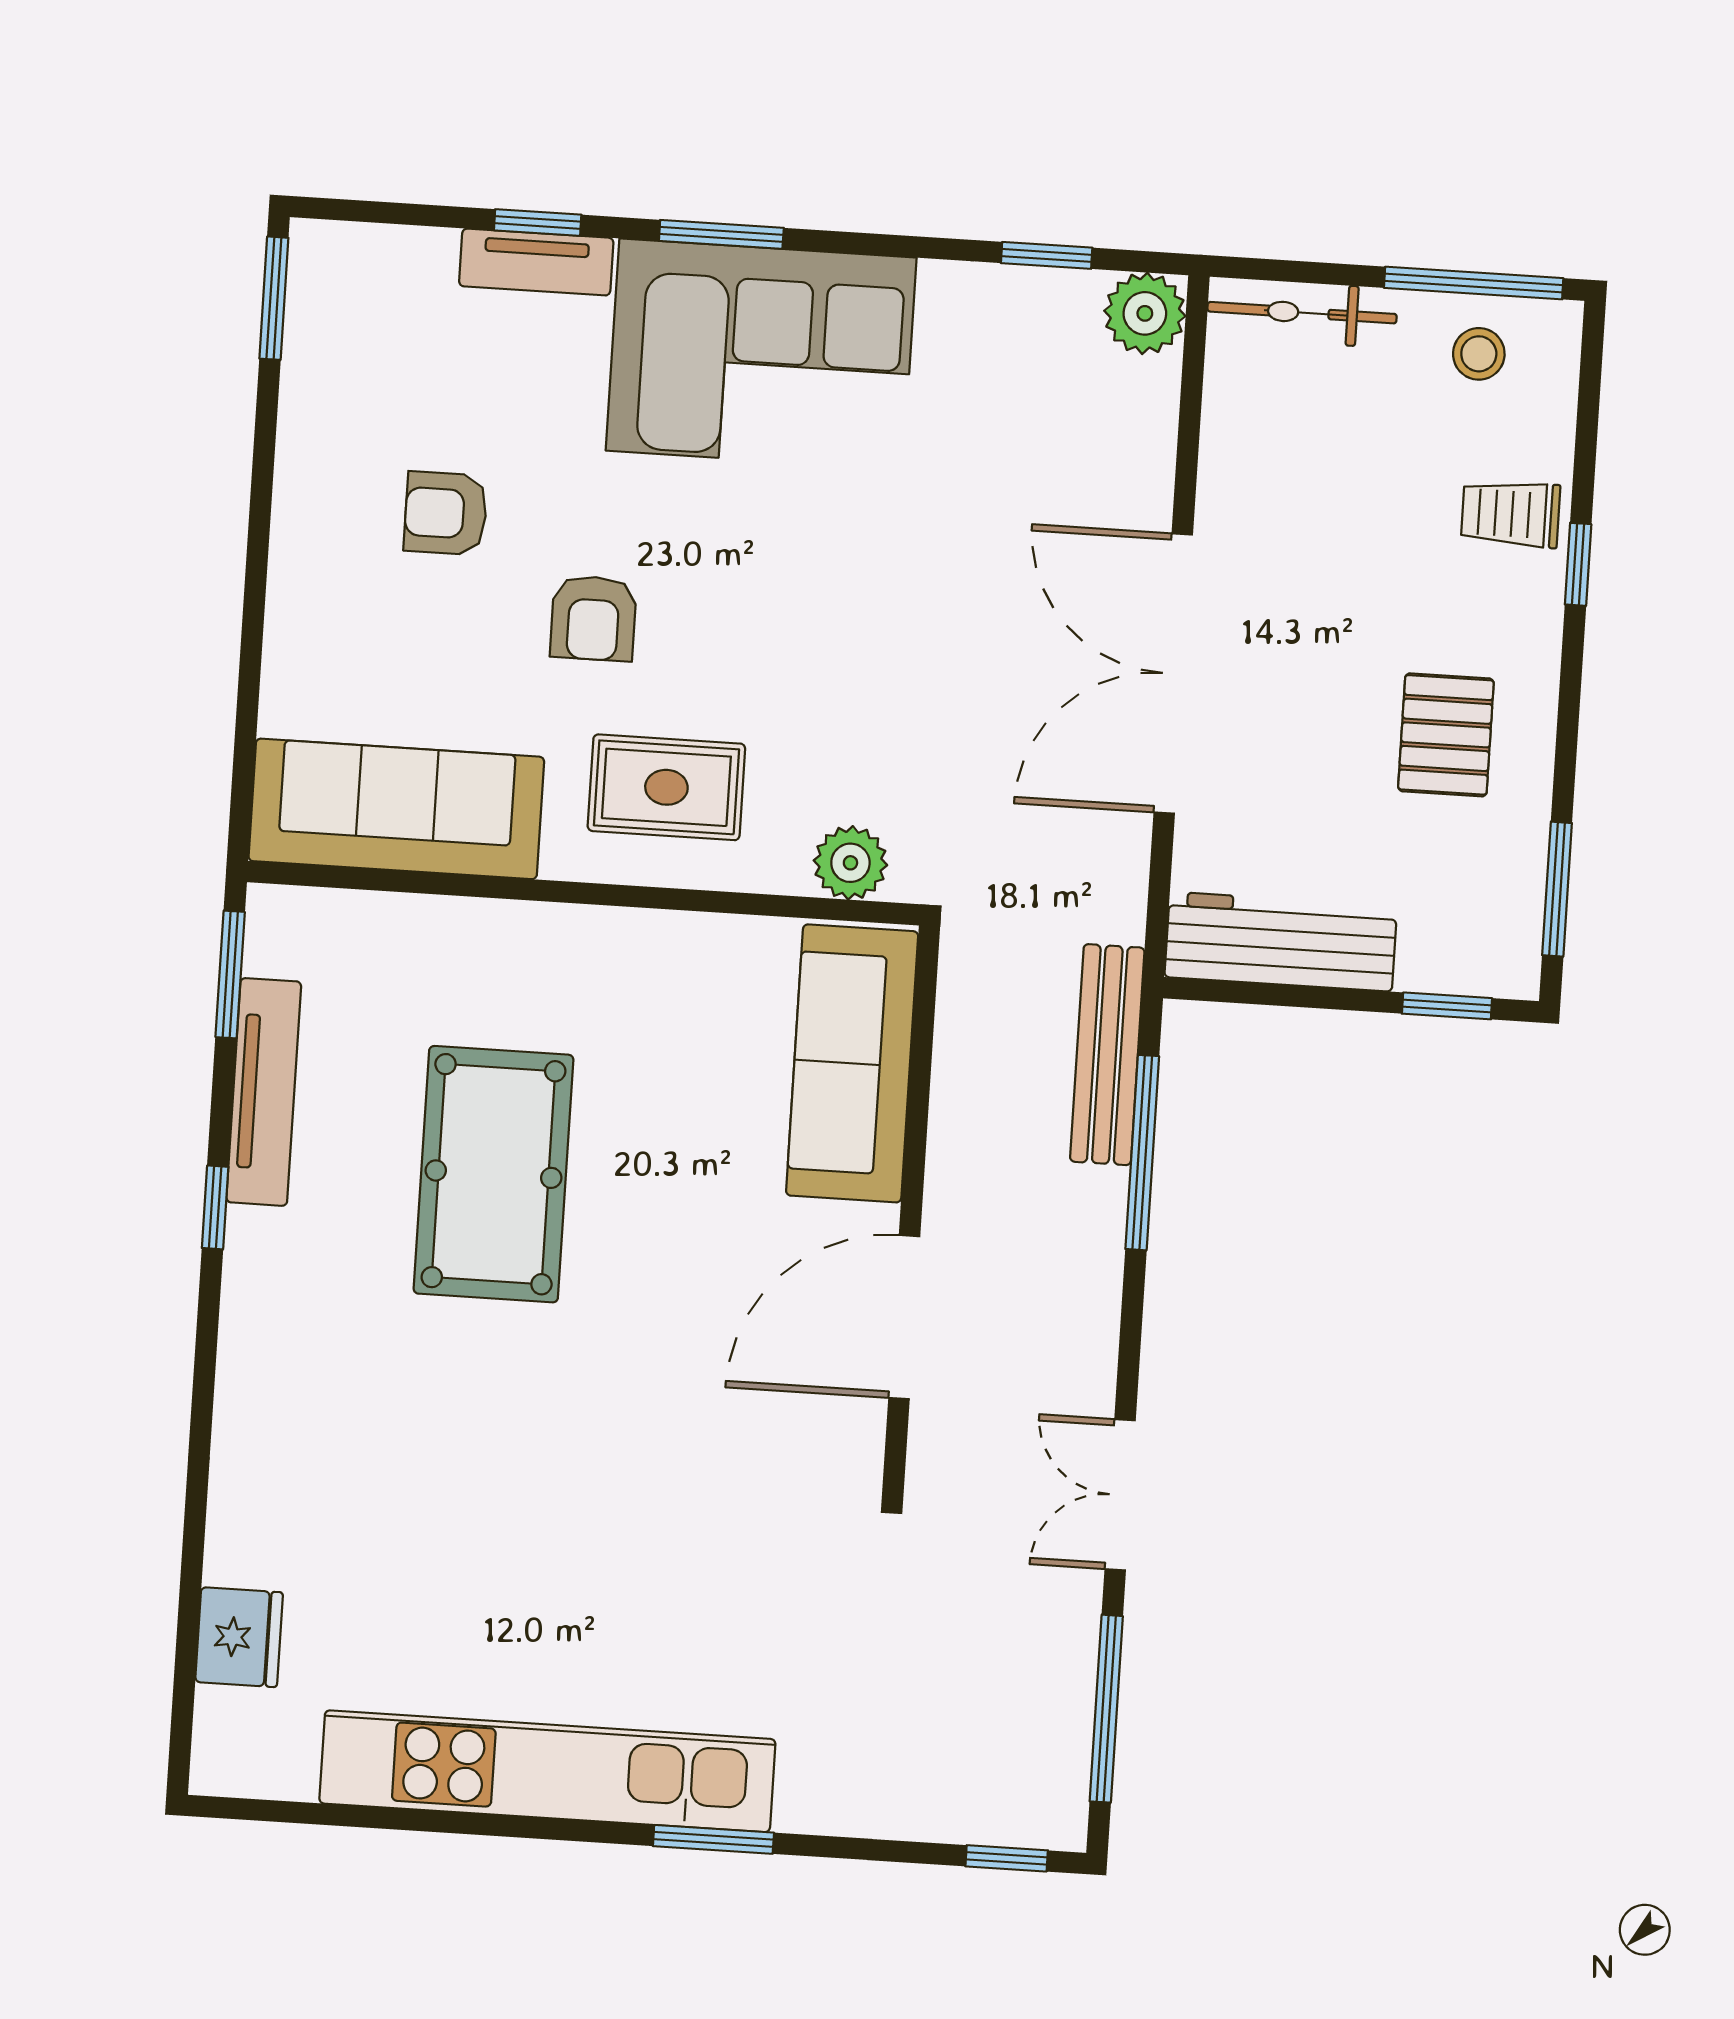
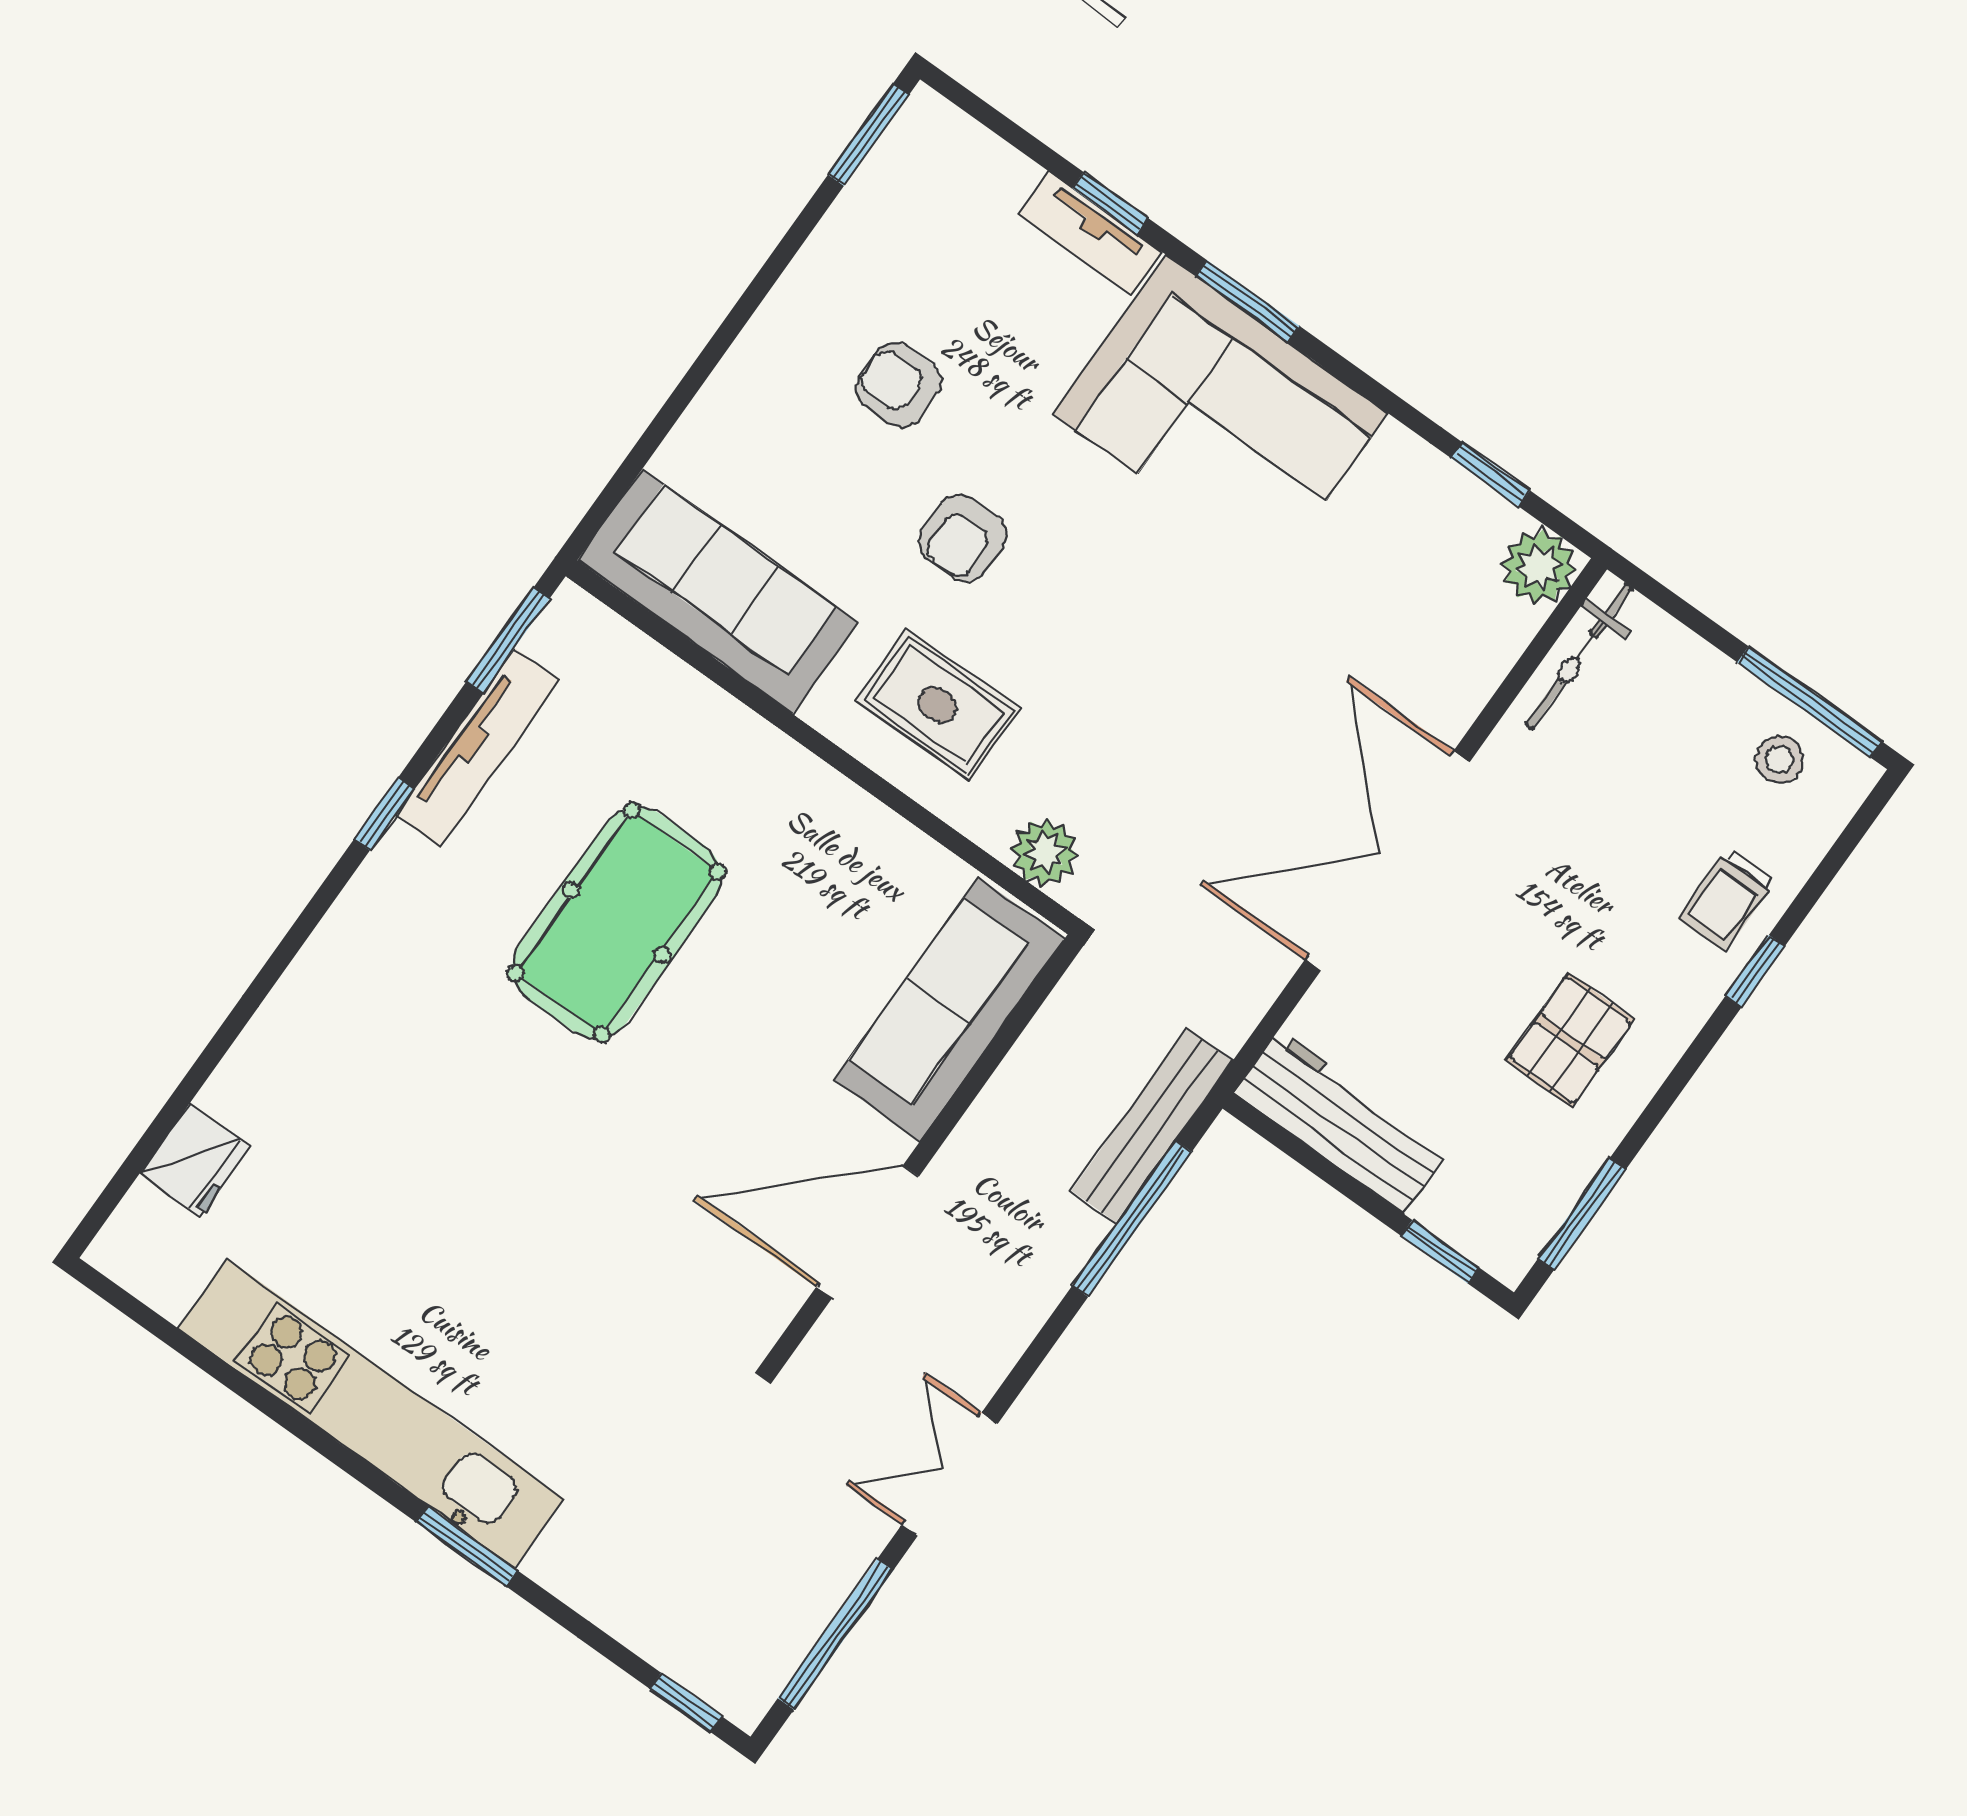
bicycle: (1302, 313) -> (1579, 656), moved, turned -90
trolley: (1511, 514) -> (1727, 899), turned -90

